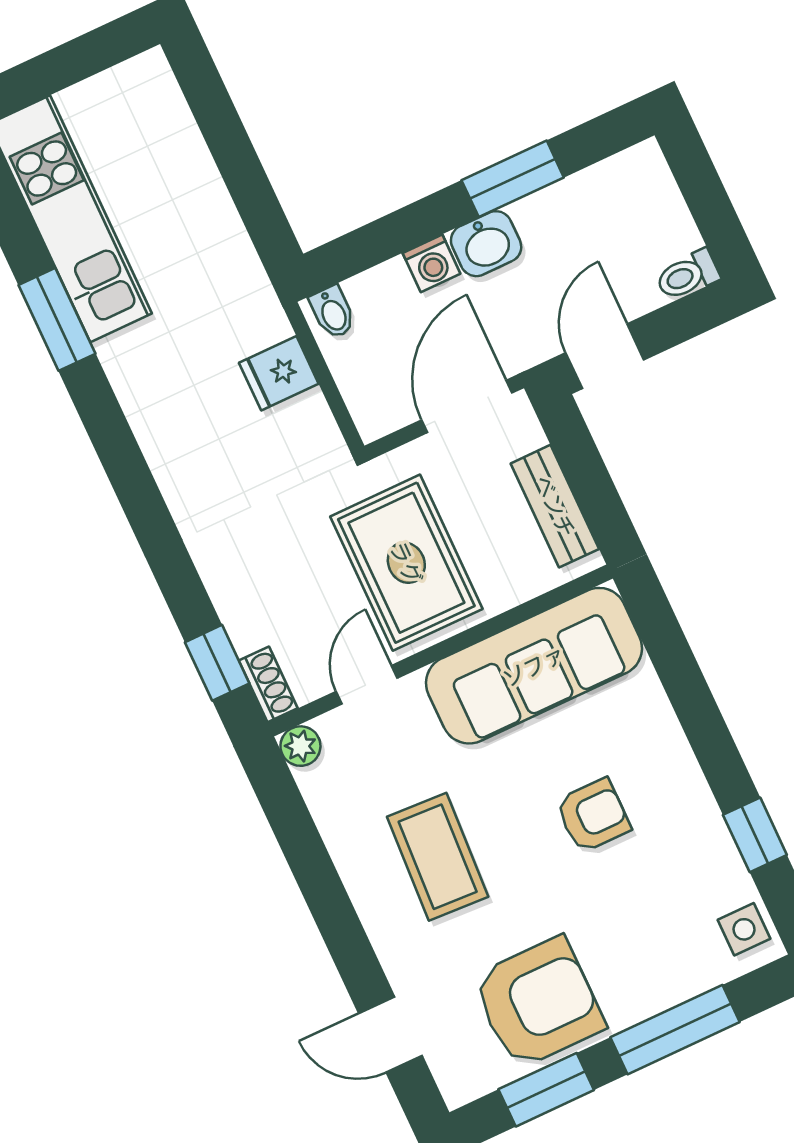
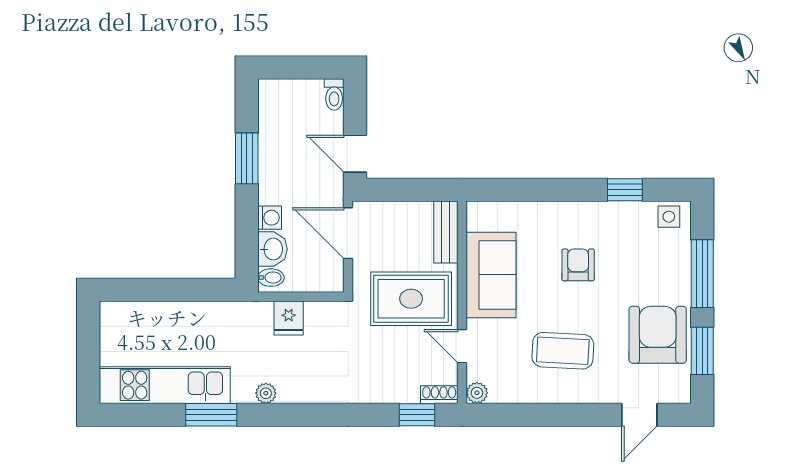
washbasin: (486, 244) -> (272, 249), moved
plant: (135, 394) -> (266, 393), added
bench: (555, 506) -> (446, 232), moved, turned 90
sofa: (534, 666) -> (491, 275), width x0.73

